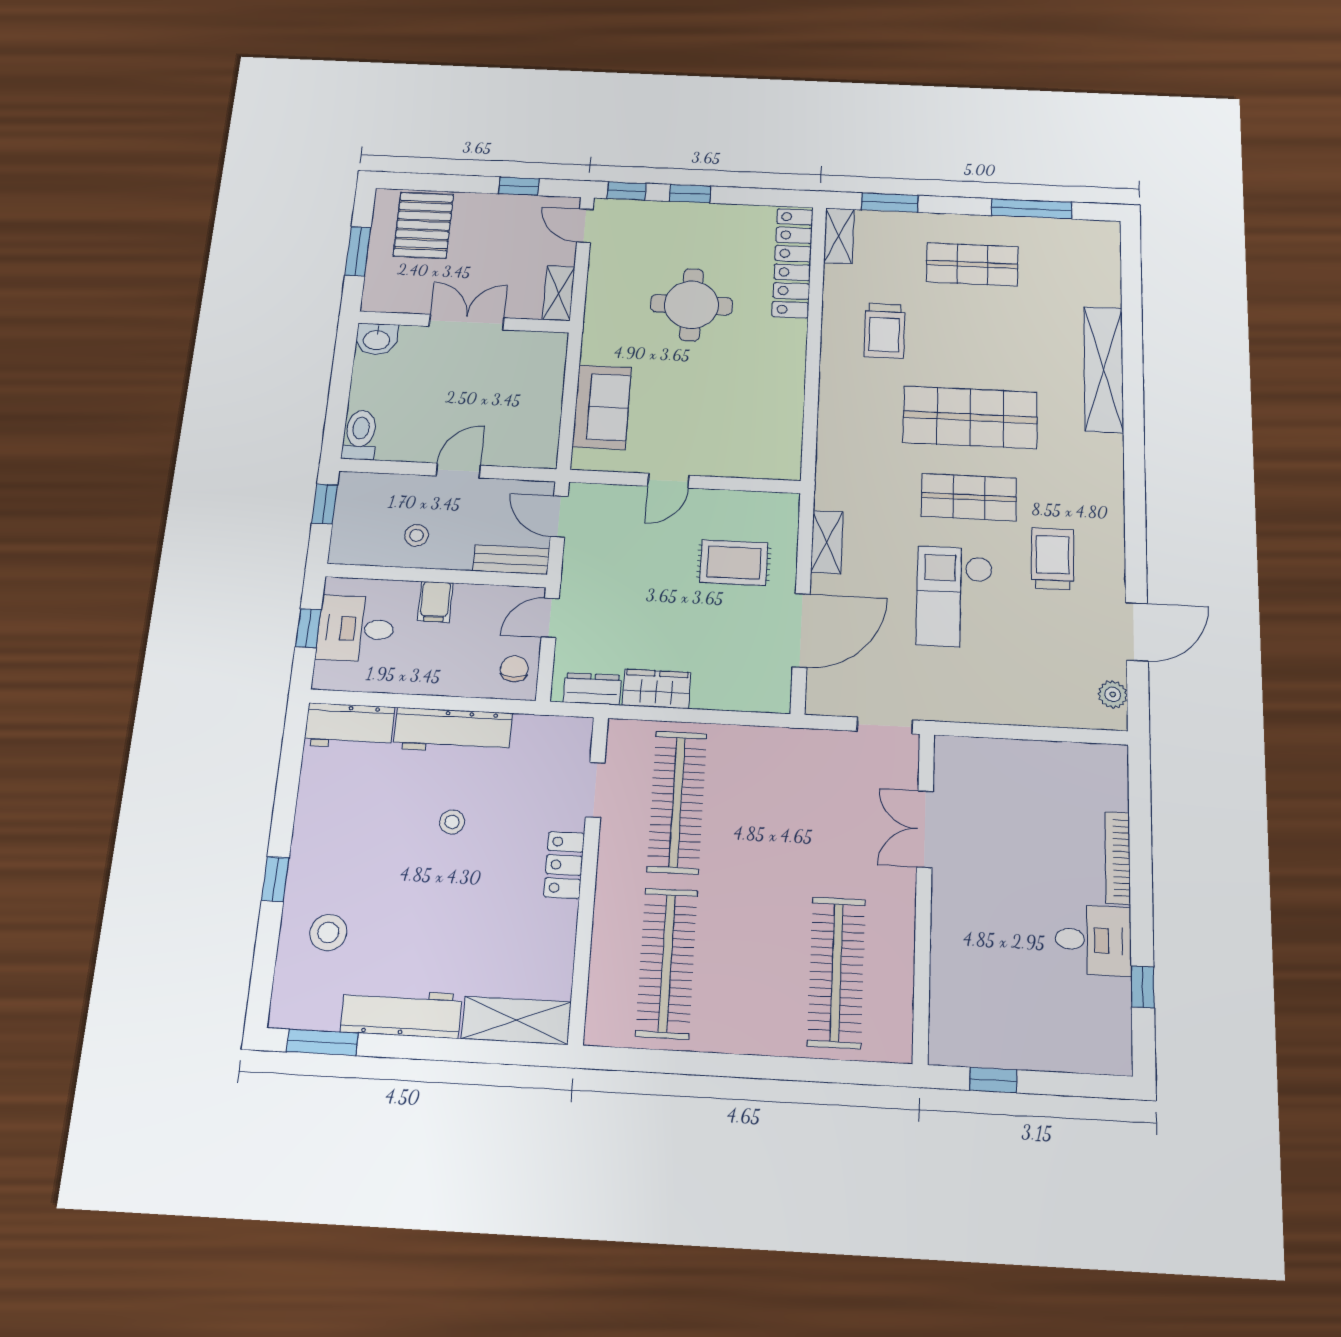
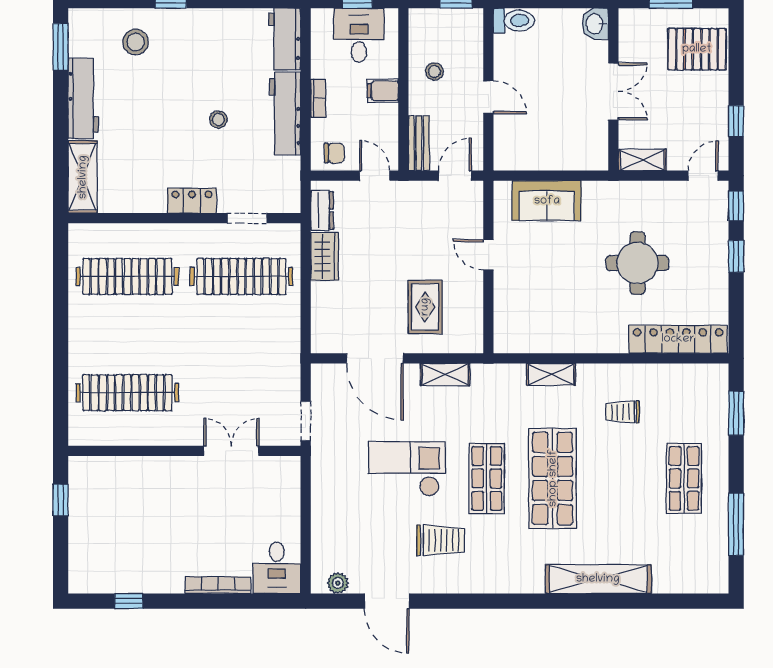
shelving: (839, 236) -> (551, 374), moved
trolley: (884, 331) -> (623, 412), width x0.73, depth x0.72
bookcase: (436, 686) -> (318, 98), added
desk: (1093, 940) -> (277, 568), moved

